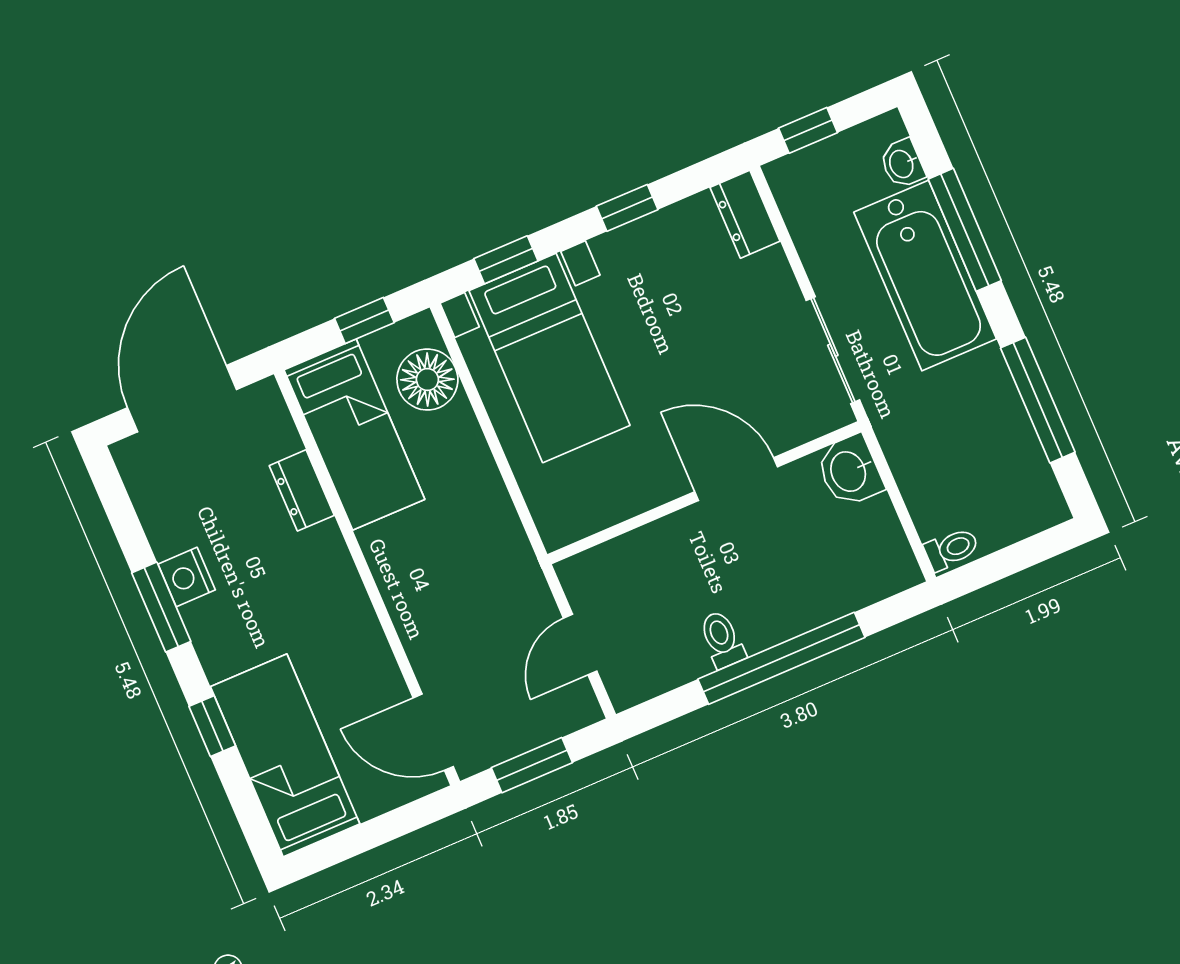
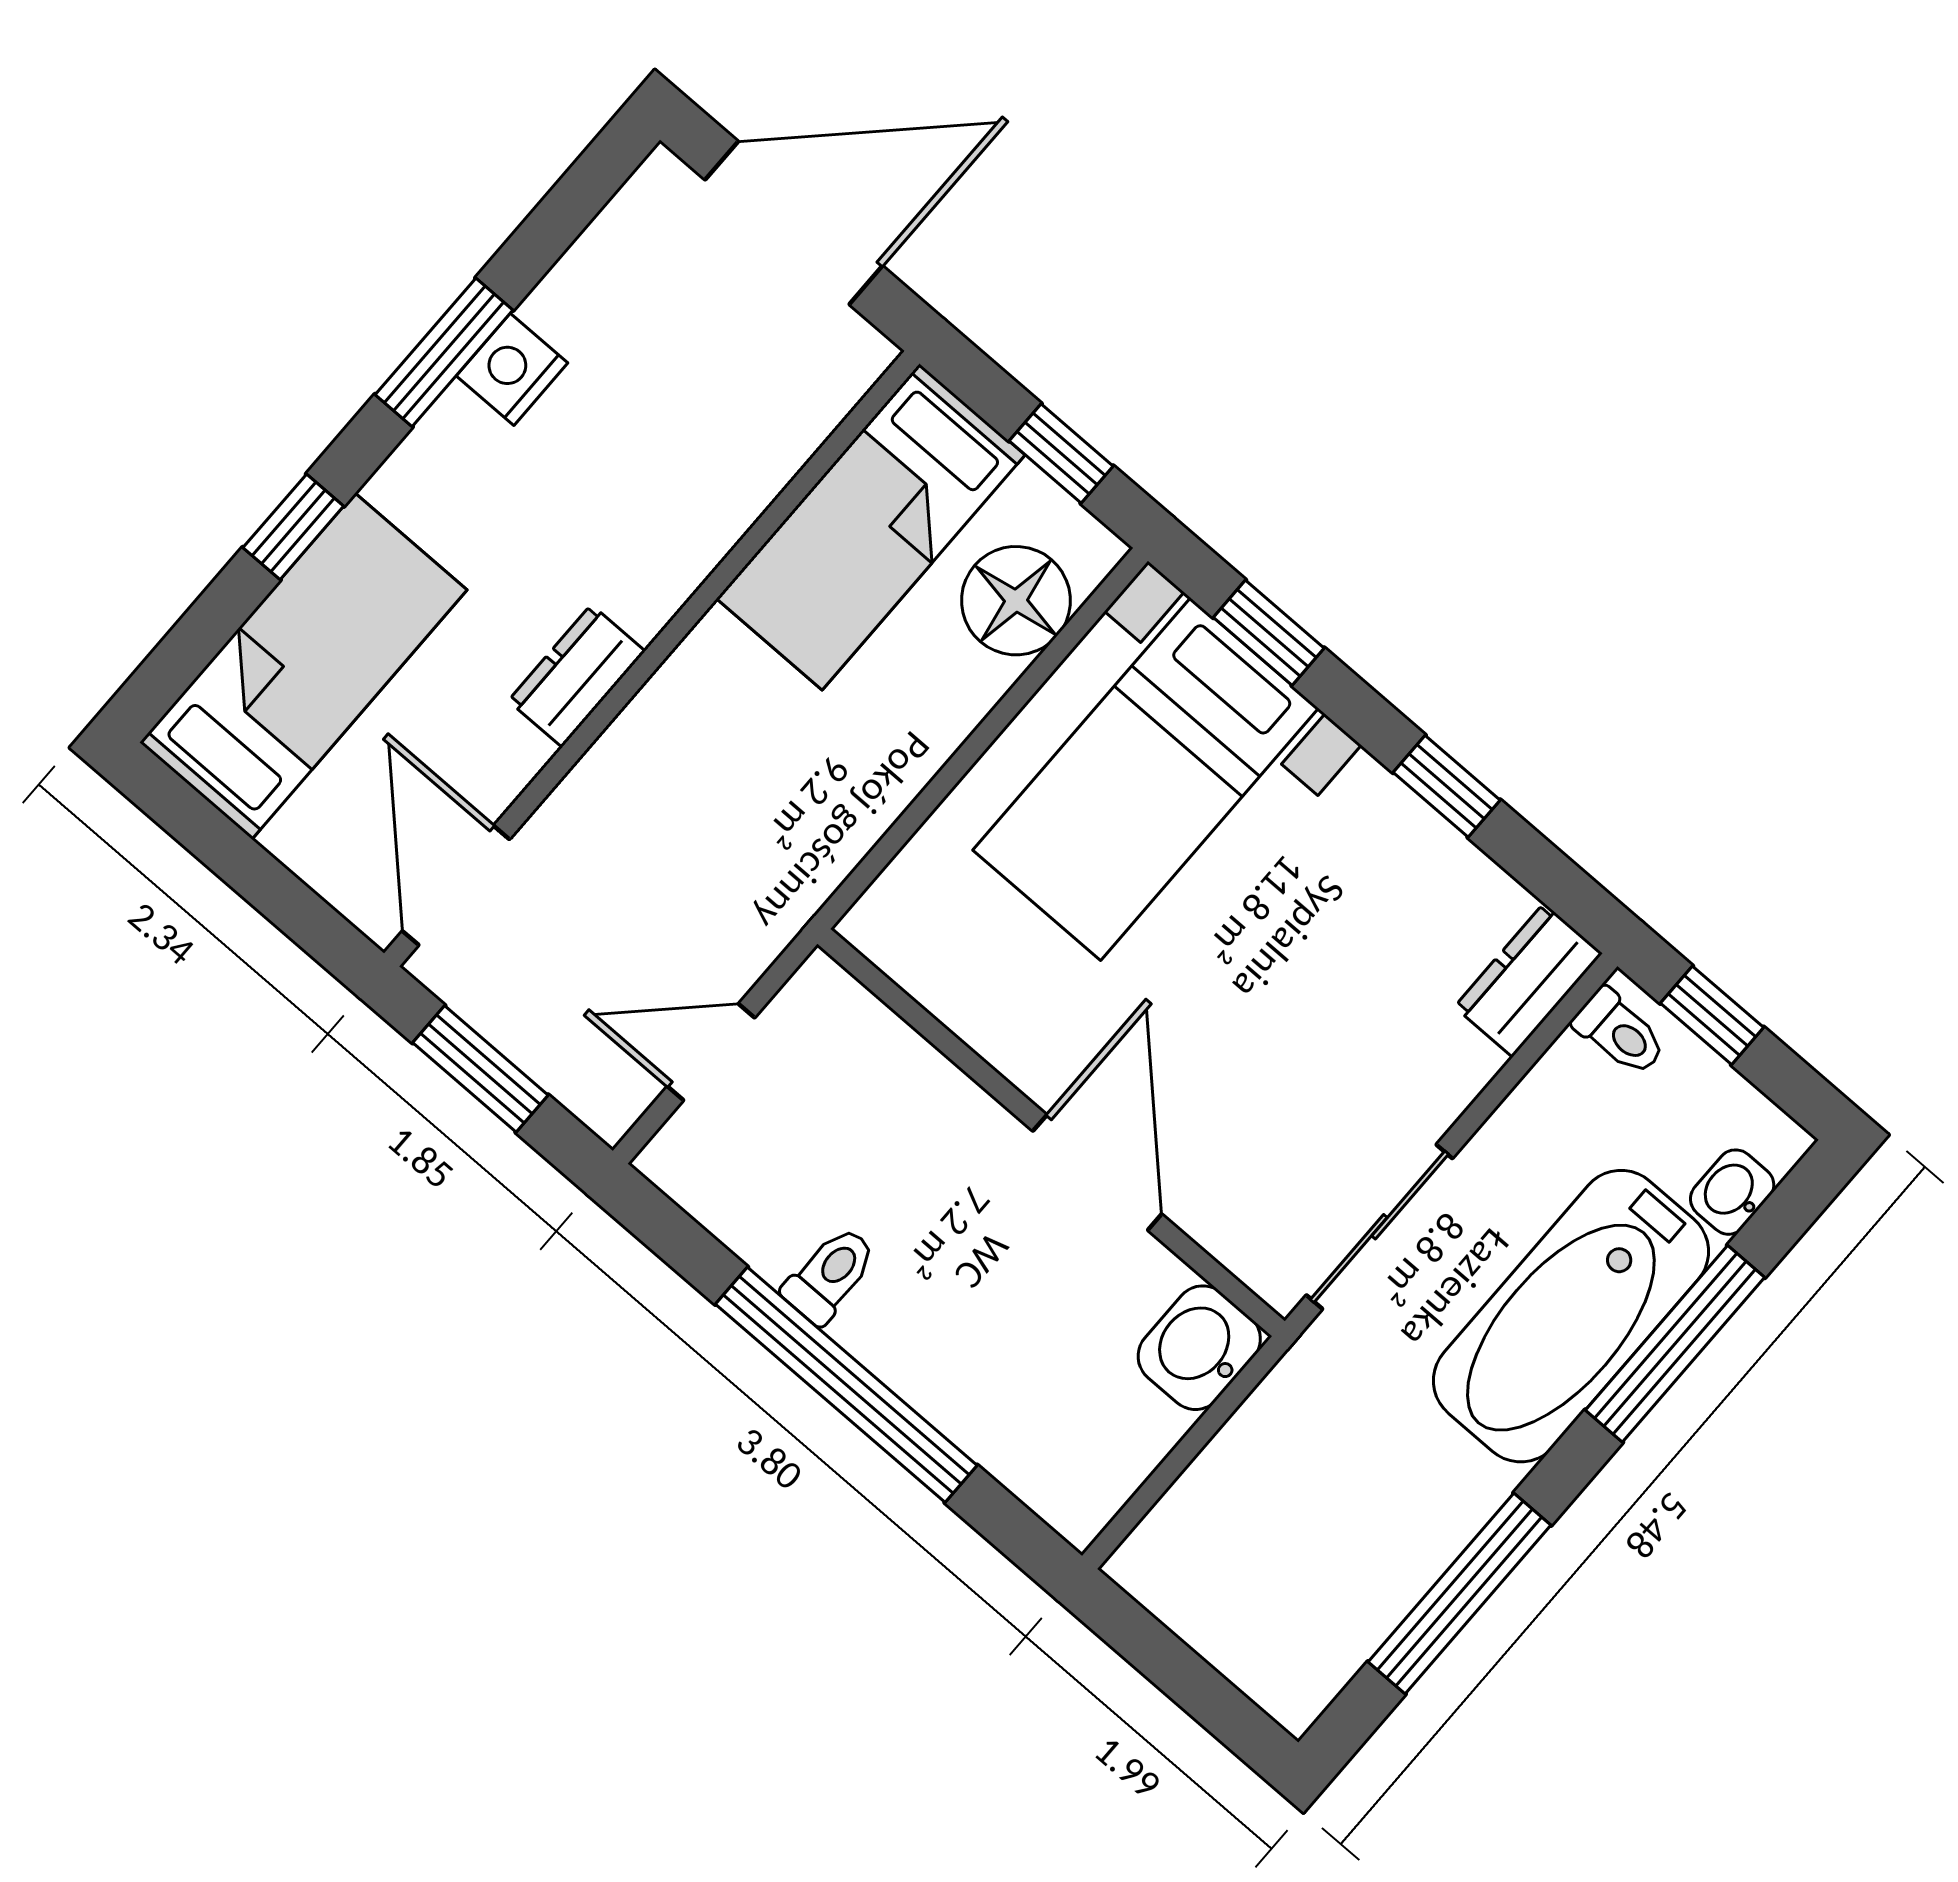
dresser: (302, 490) -> (577, 676), moved
toilet: (952, 549) -> (1620, 1032), moved

